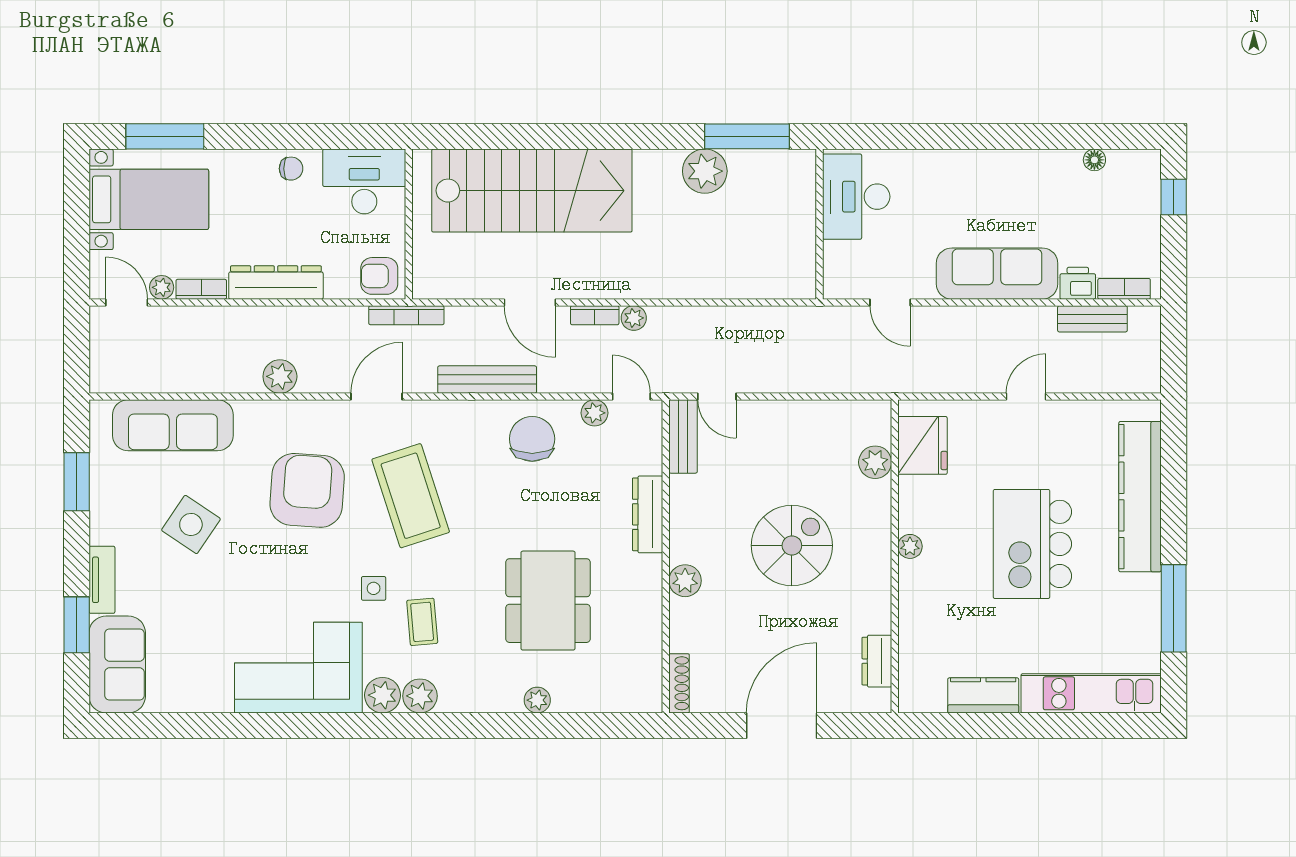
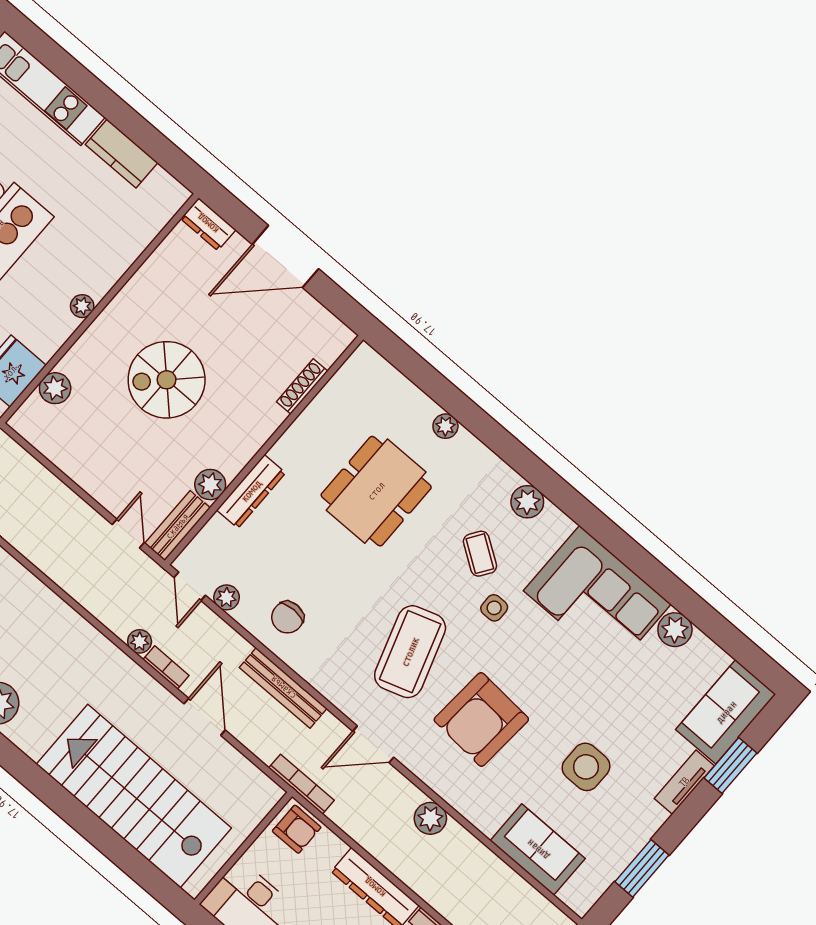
sofa: (173, 425) -> (538, 850), width x0.73
chair: (532, 439) -> (287, 617), width x0.73, depth x0.73
side table: (191, 524) -> (586, 767), turned -34
plant: (685, 581) -> (210, 485), moved
coffee table: (422, 622) -> (480, 554), turned -51
dresser: (877, 661) -> (208, 224), moved, turned 90
shoe rack: (679, 683) -> (302, 386), moved
plant: (383, 695) -> (675, 630), moved

